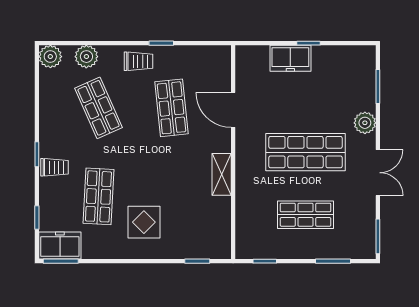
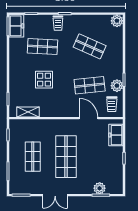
plant: (86, 57) -> (117, 86), moved
freezer: (290, 58) -> (116, 135), moved
trolley: (138, 61) -> (112, 104), moved
shop shelf: (98, 108) -> (90, 46), turned 48
door: (233, 110) -> (88, 118), hinge flipped
plant: (365, 123) -> (100, 188), moved
shelving: (222, 174) -> (28, 112), moved
display table: (144, 222) -> (44, 80), moved

